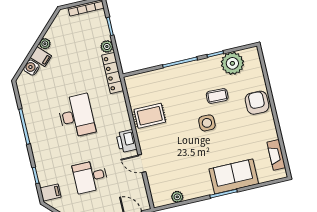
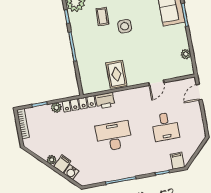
printer: (126, 141) -> (105, 101), moved

